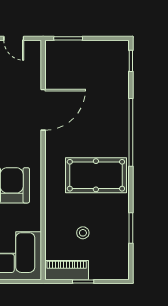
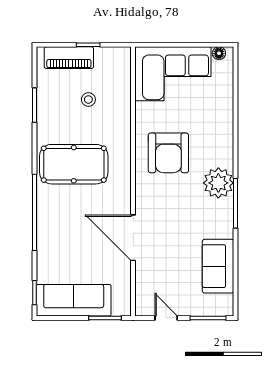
sofa: (96, 54) -> (74, 300), added
door: (43, 110) -> (133, 238), hinge flipped
piano: (67, 270) -> (69, 58), moved

